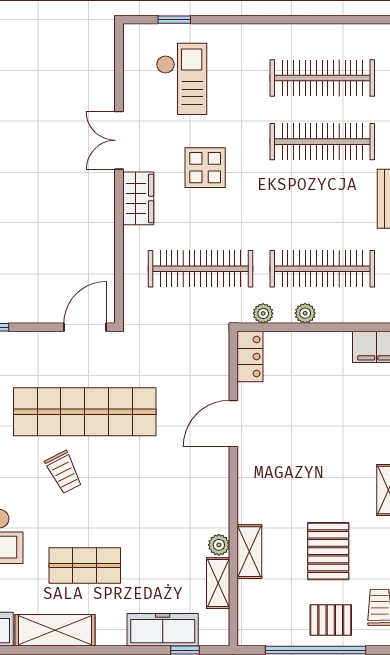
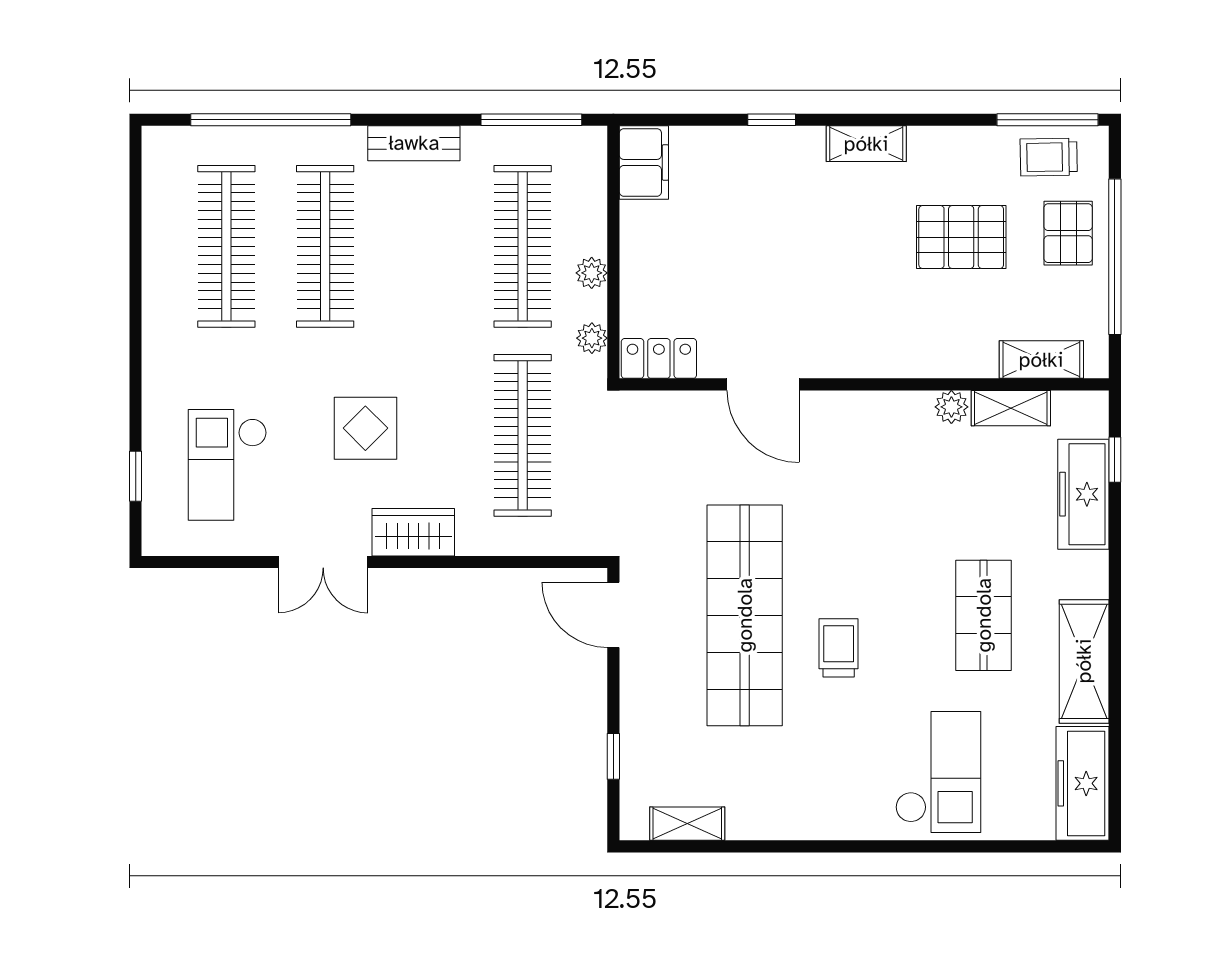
checkout: (182, 79) -> (227, 465), turned -90
trolley: (64, 472) -> (839, 648), turned -63
shelving: (249, 552) -> (1041, 360), moved

